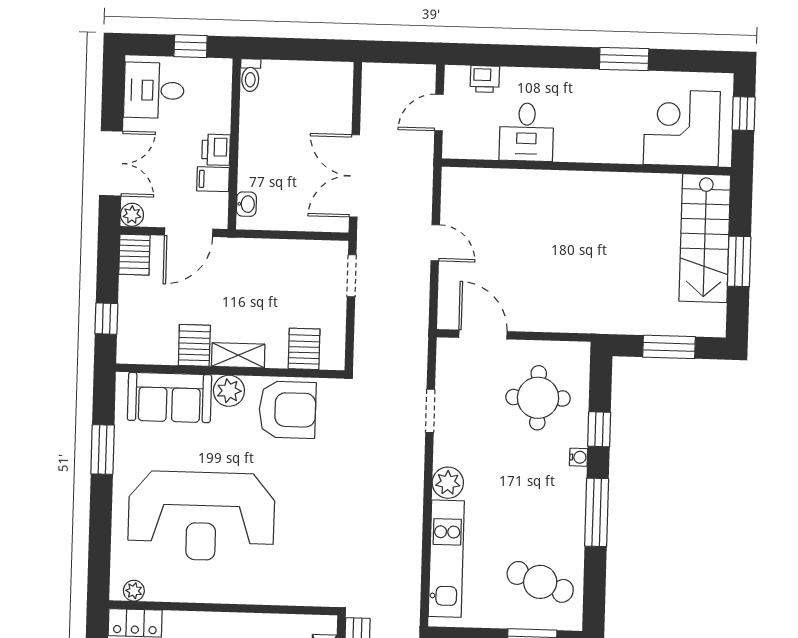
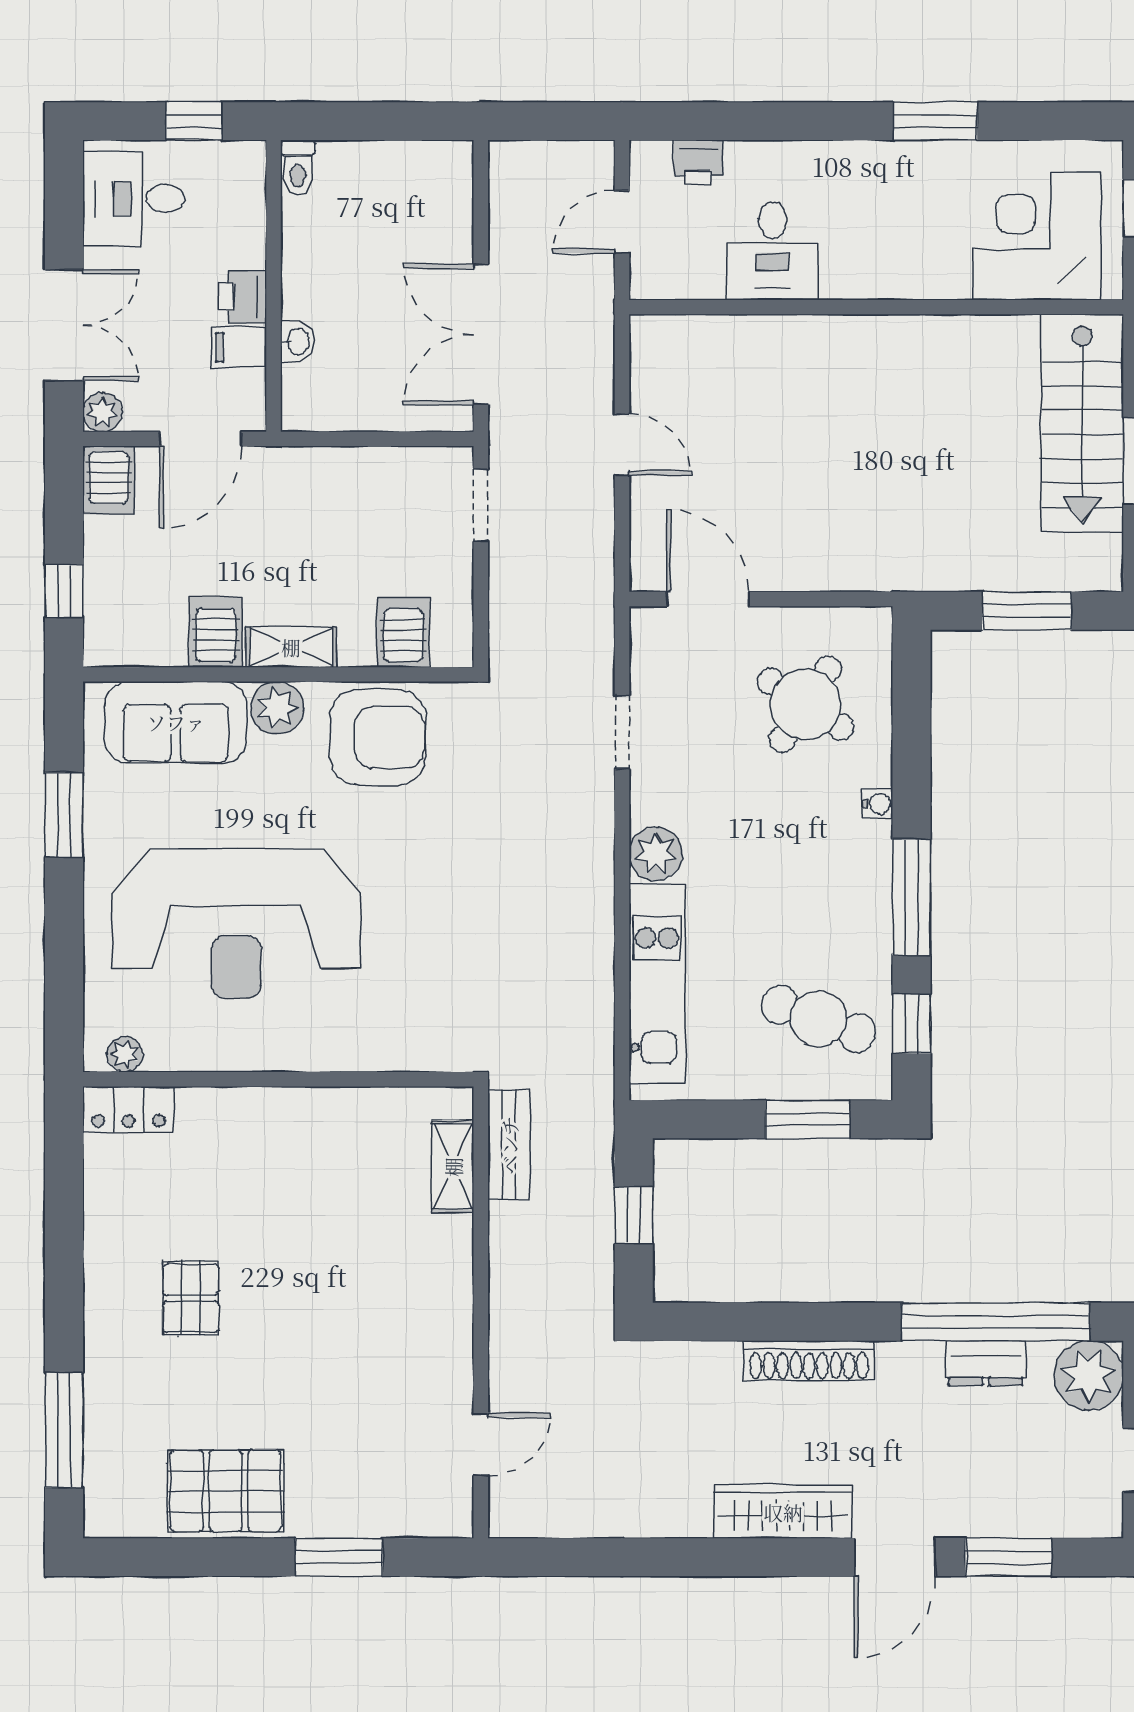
washbasin: (246, 204) -> (297, 342), moved
round table: (538, 398) -> (805, 704), turned 33
window: (599, 429) -> (912, 1024), moved

